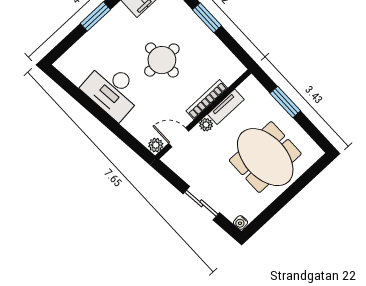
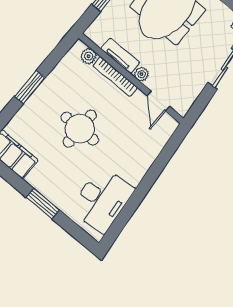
desk: (112, 90) -> (102, 200), moved
plant: (156, 145) -> (89, 56), moved

